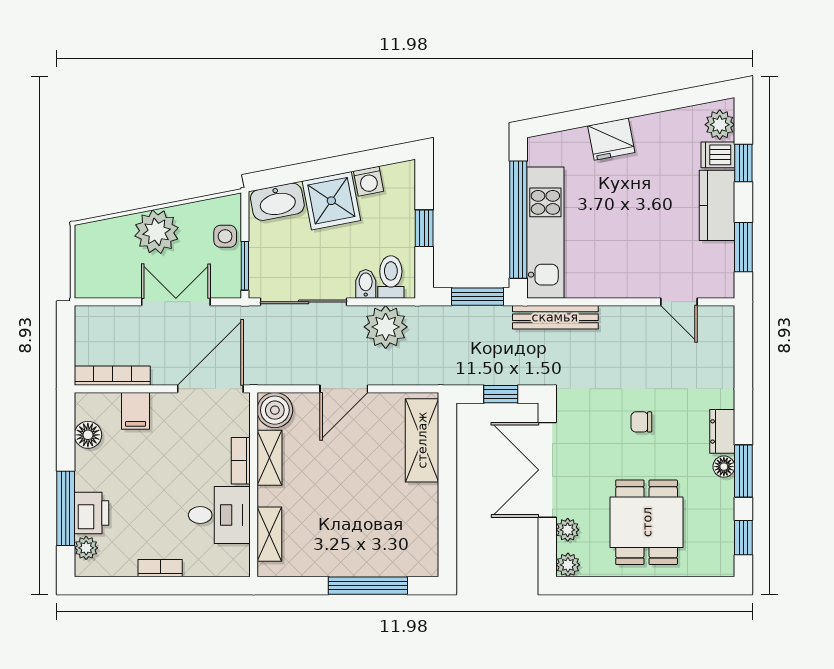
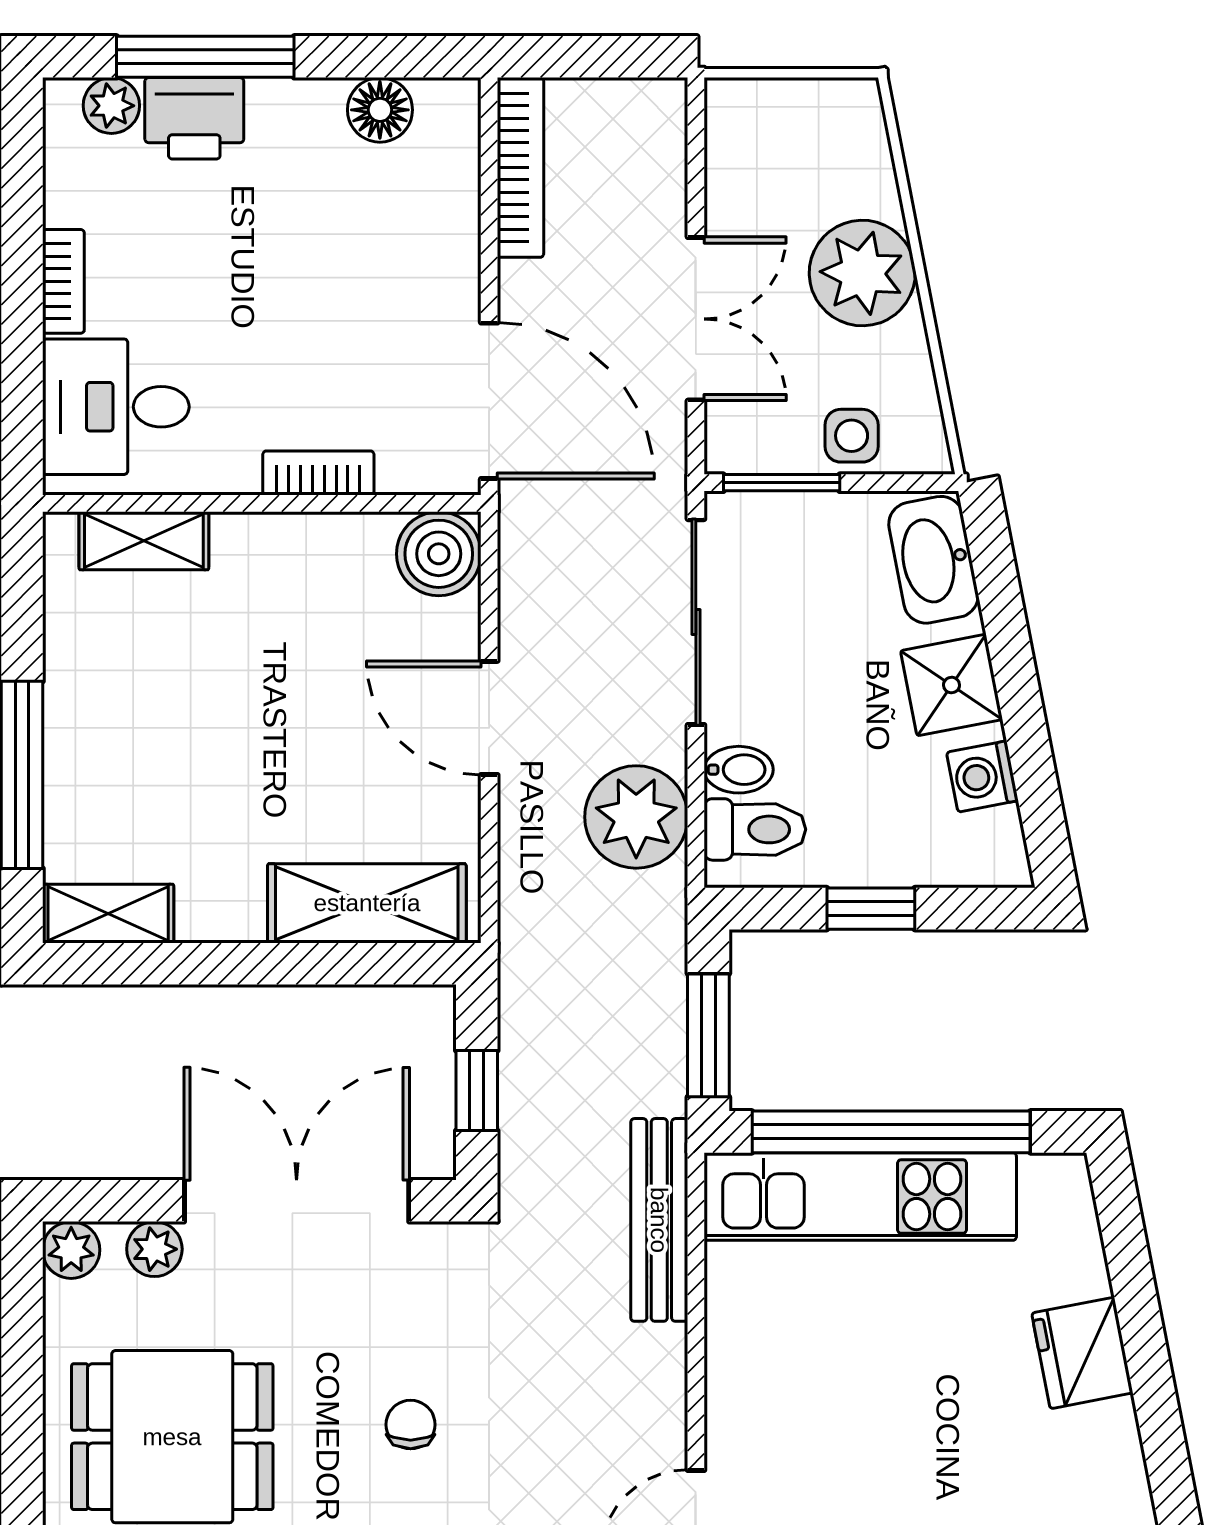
shower: (331, 201) -> (952, 685), width x0.73, depth x0.73
filing cabinet: (136, 411) -> (437, 223), removed
shelving: (269, 458) -> (108, 914), moved
desk: (219, 515) -> (116, 407), moved, turned 90

